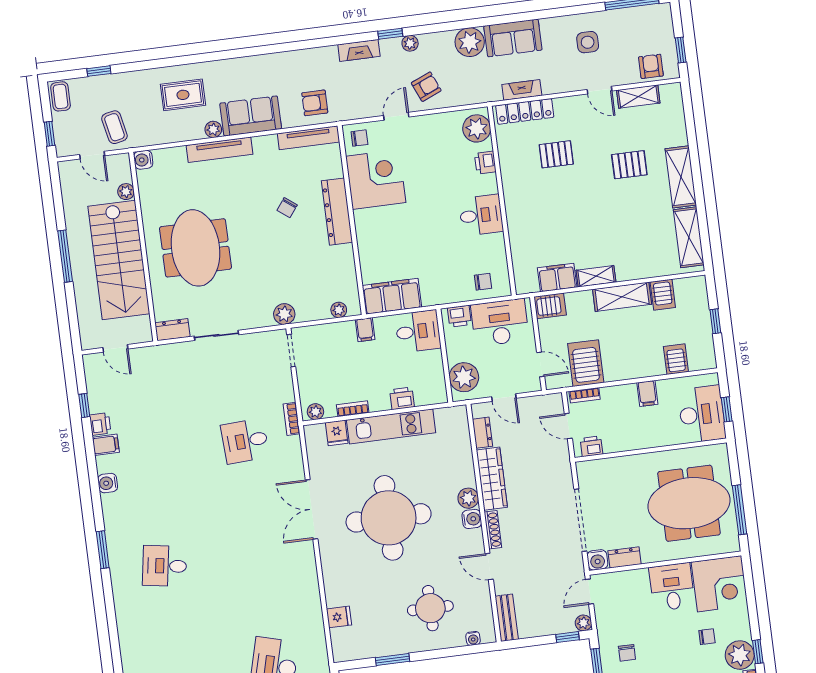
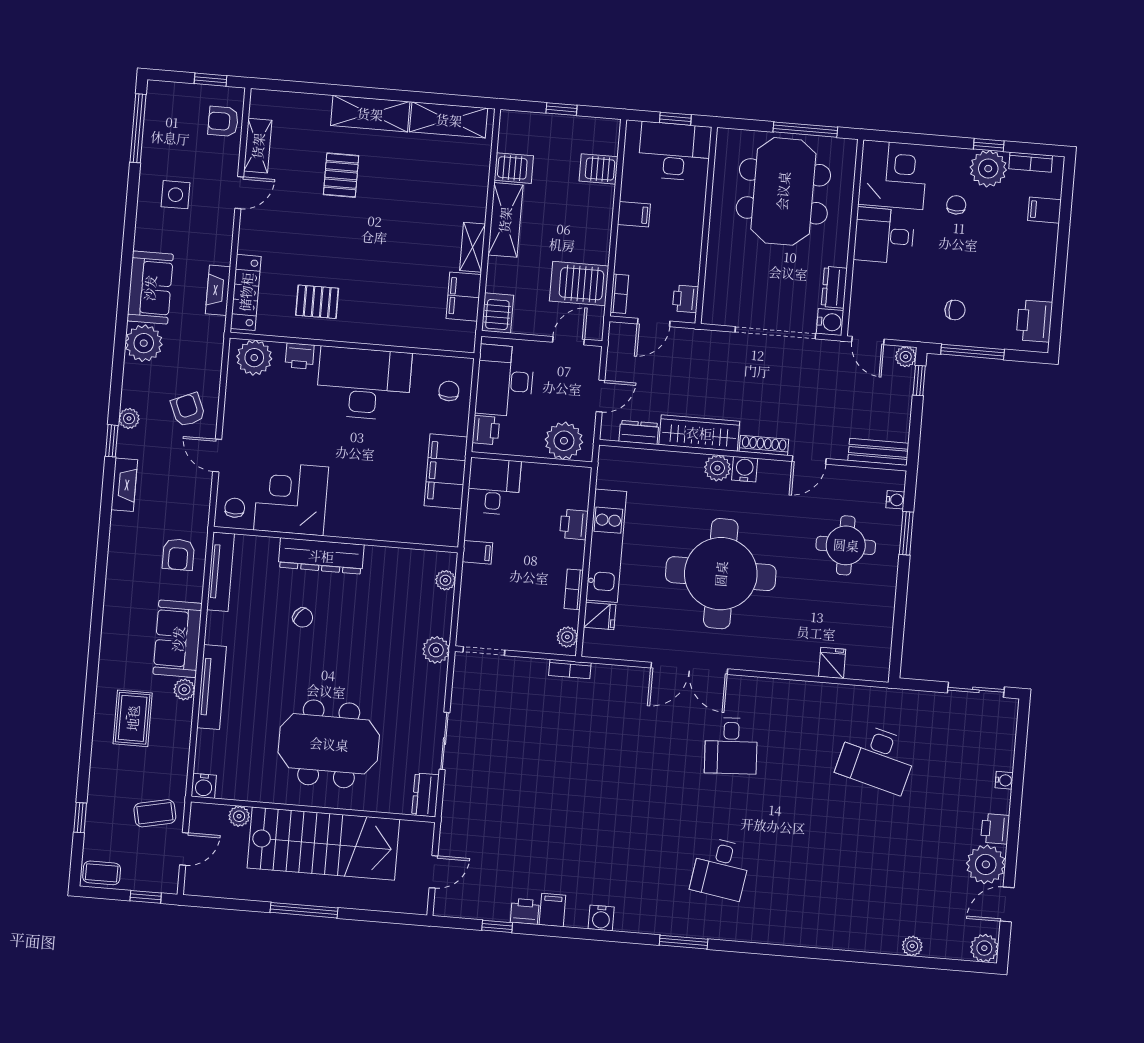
pallet: (556, 154) -> (317, 302), moved, turned 90
desk: (481, 215) -> (364, 383), width x1.87, depth x1.30
filing cabinet: (392, 296) -> (446, 471), moved
desk: (245, 441) -> (731, 746), moved
window: (393, 660) -> (906, 533), moved

